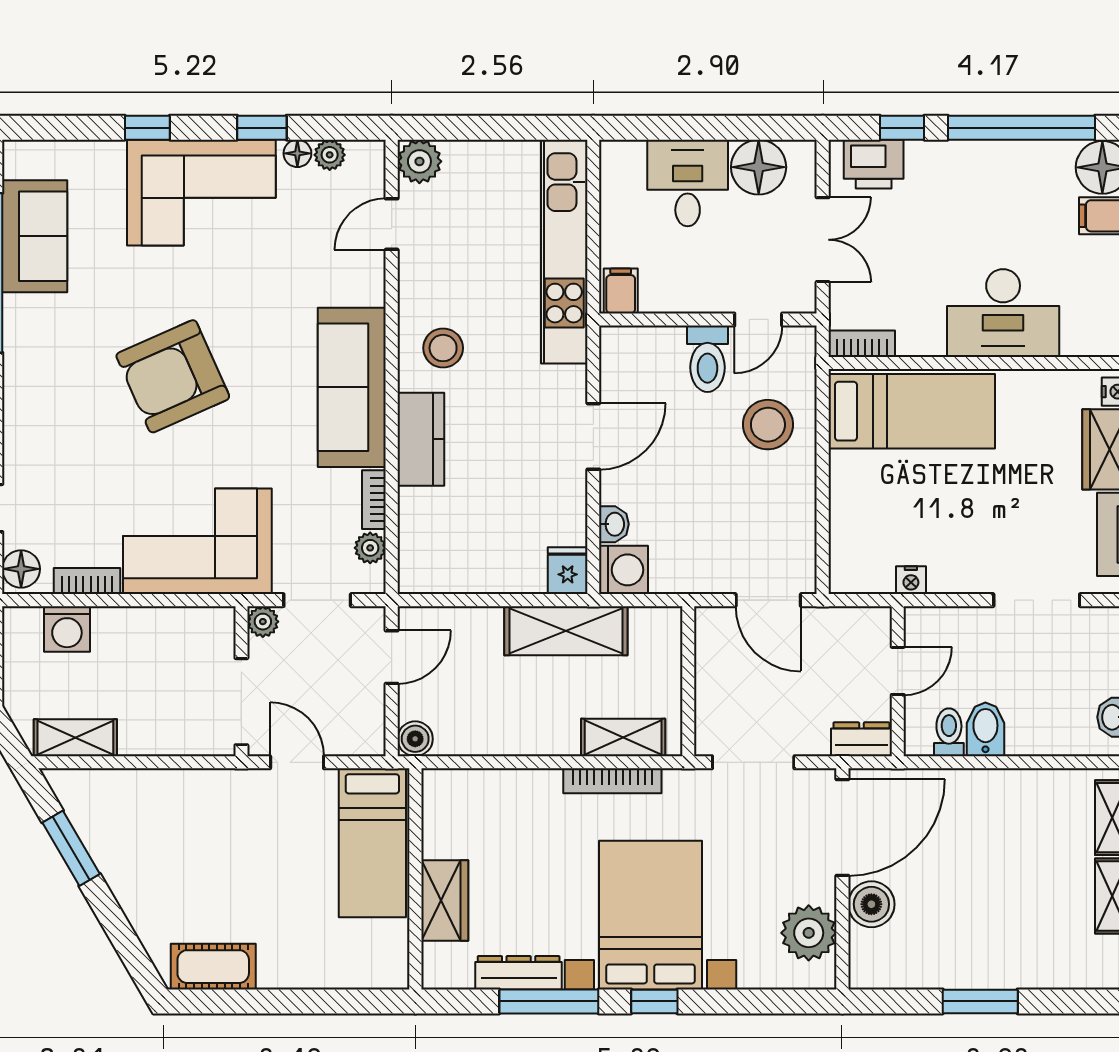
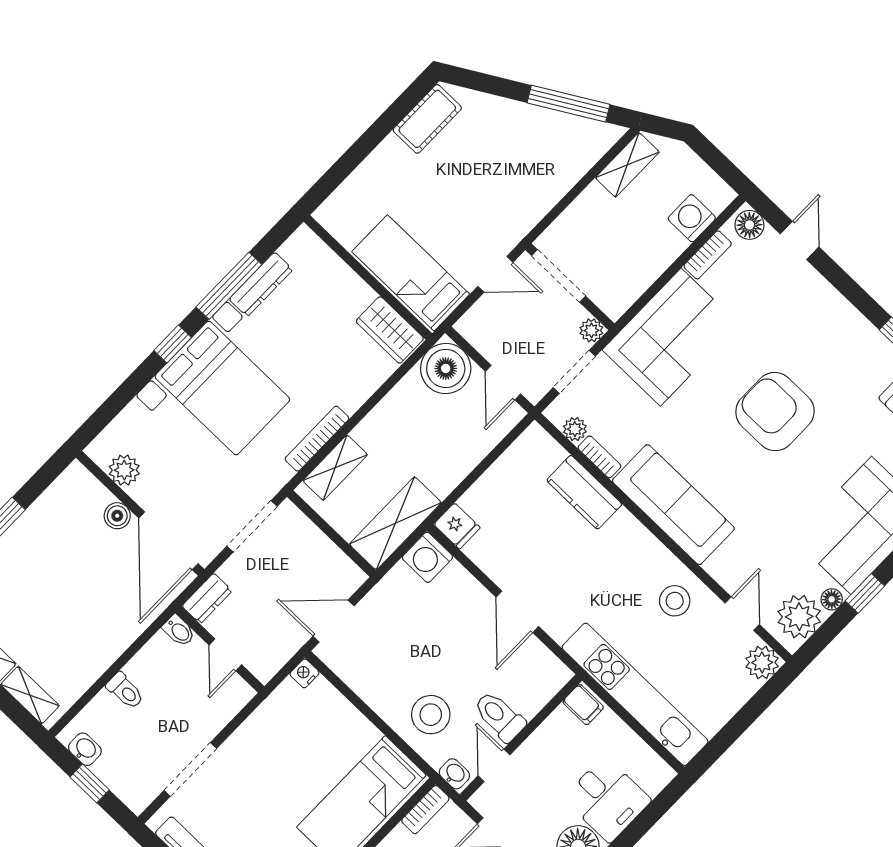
plant: (330, 155) -> (799, 617), width x1.88, depth x1.88
stool: (443, 348) -> (675, 601), moved
armchair: (173, 376) -> (775, 412), turned -66
kitchen counter: (421, 439) -> (584, 492), moved
washbasin: (614, 524) -> (454, 774), moved, turned 180
nightstand: (911, 580) -> (305, 673), moved
shelving: (566, 631) -> (395, 523), moved
bidet: (985, 729) -> (179, 631), moved, width x0.72, depth x0.74
toilet: (949, 732) -> (125, 691), moved
boiler: (415, 739) -> (446, 368), width x1.86, depth x1.86
window: (71, 848) -> (568, 104), width x1.44
wardrobe: (445, 900) -> (390, 330), moved
boiler: (871, 904) -> (117, 516), width x0.73, depth x0.73
plant: (809, 933) -> (124, 470), width x0.73, depth x0.73

